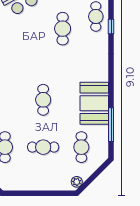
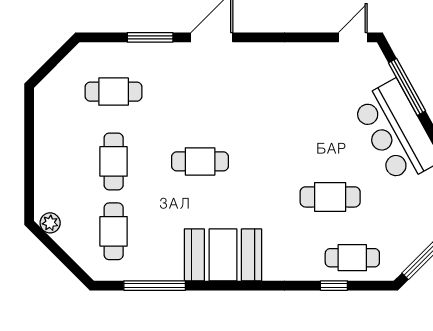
booth: (94, 103) -> (223, 255), moved
cafe table: (81, 147) -> (114, 231), turned 90

